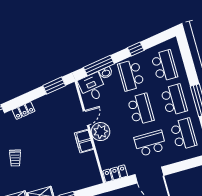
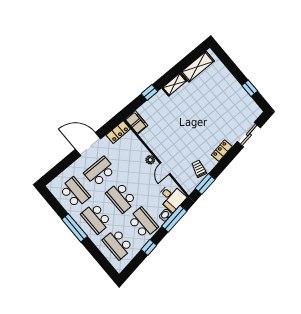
plant: (101, 132) -> (150, 160), width x0.53, depth x0.53
school desk: (183, 134) -> (75, 193), turned 180
filing cabinet: (84, 141) -> (136, 122), moved
school desk: (150, 143) -> (100, 172), turned 180
trolley: (15, 158) -> (199, 169), moved

